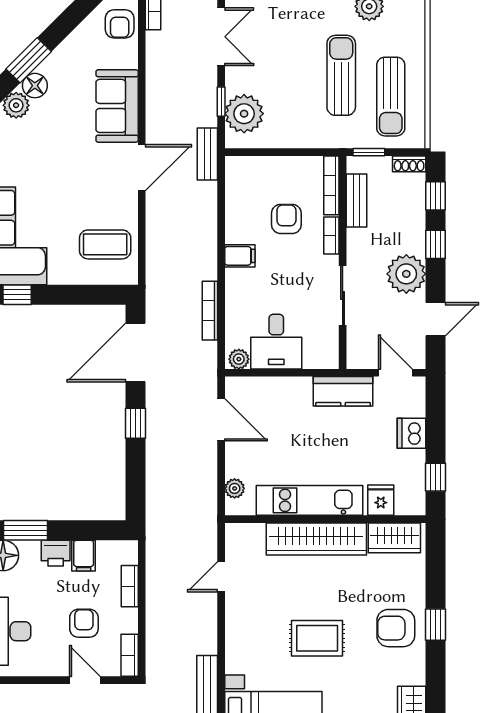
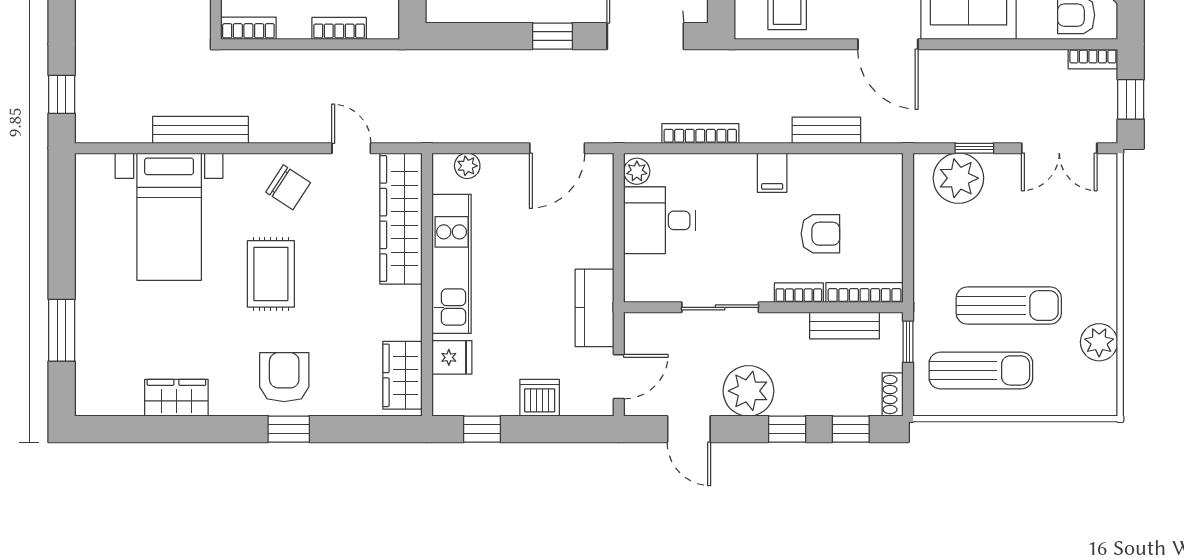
sun lounger: (391, 97) -> (981, 370), turned 180
bench: (207, 154) -> (826, 130), moved
wardrobe: (316, 539) -> (401, 219), moved
chair: (251, 625) -> (288, 187), added

